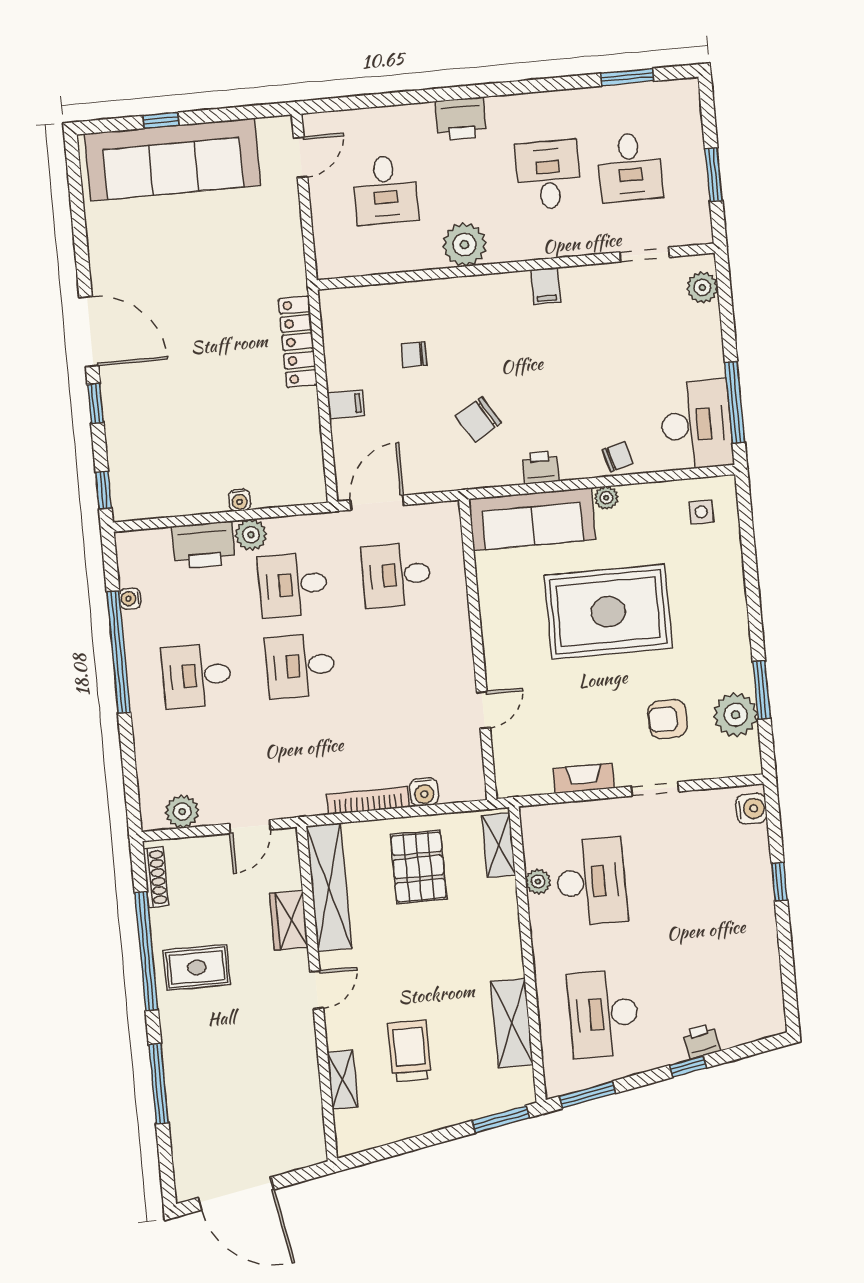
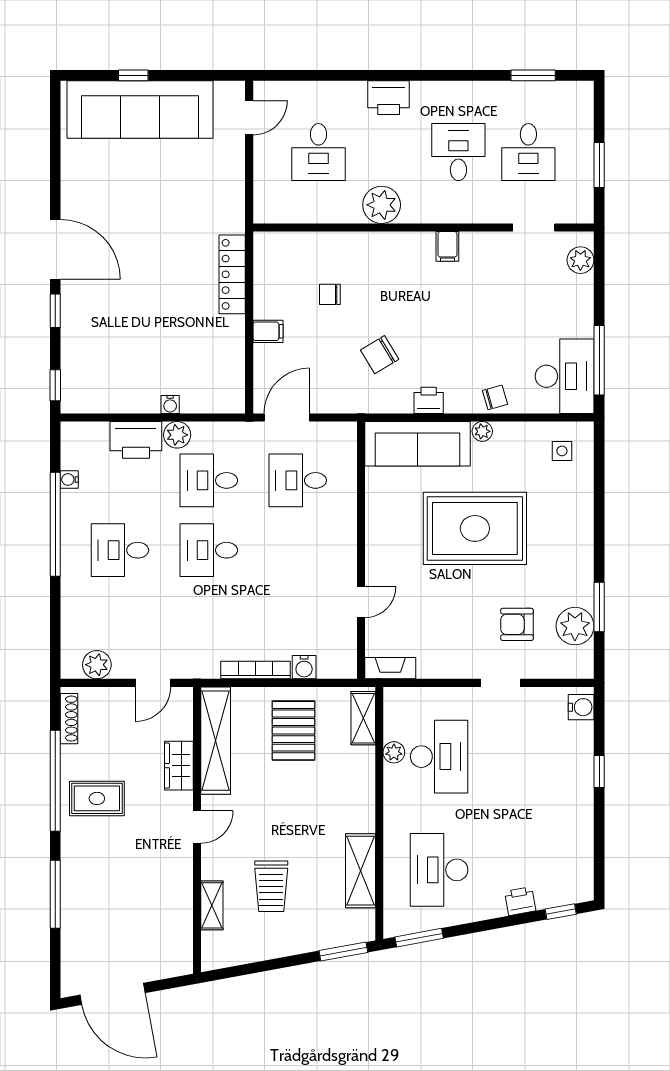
fireplace: (584, 778) -> (390, 668), moved
trolley: (409, 1051) -> (271, 886), turned 180
window: (688, 1067) -> (561, 912), moved

